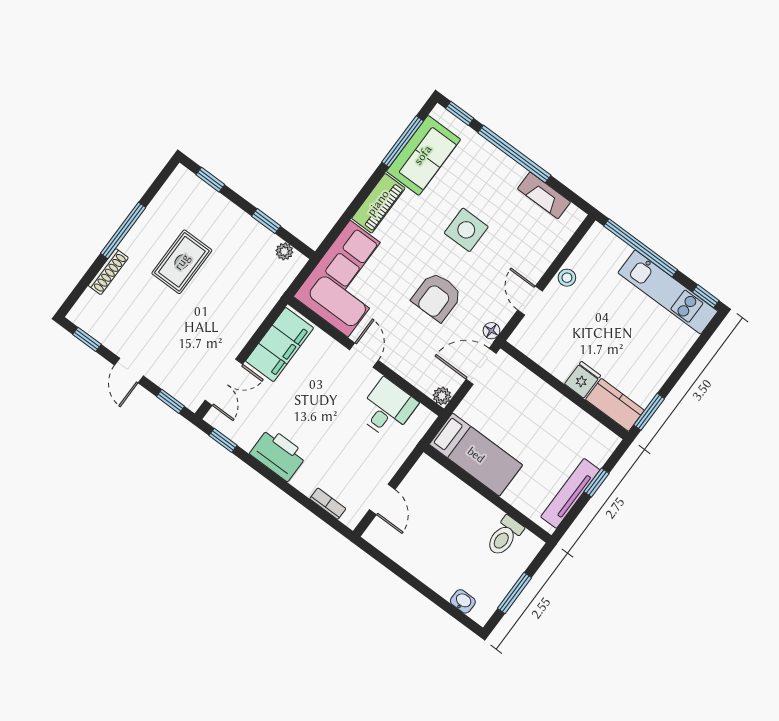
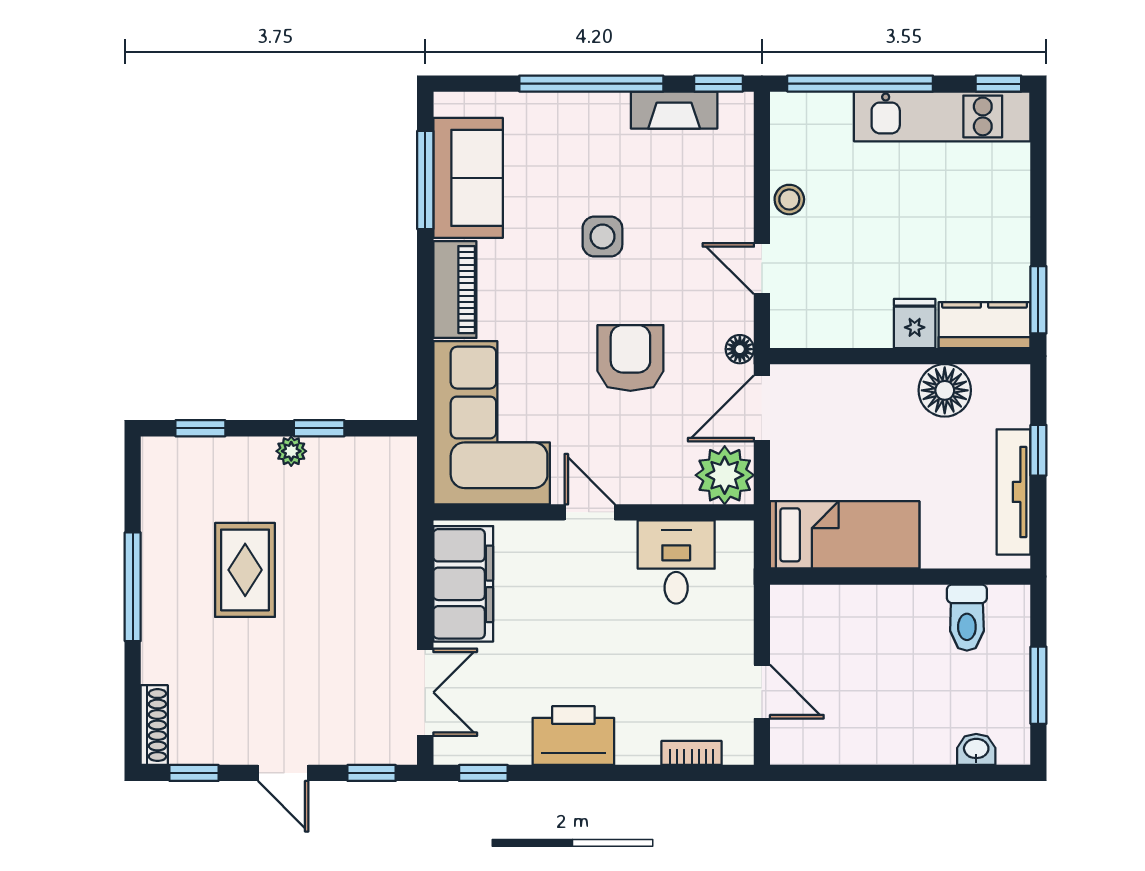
window: (460, 113) -> (719, 84), moved
side table: (466, 230) -> (602, 236), width x0.73, depth x0.73
plant: (284, 251) -> (291, 451), moved
shoe rack: (108, 272) -> (154, 725), moved
armchair: (437, 297) -> (630, 358), turned 180
plant: (442, 396) -> (725, 475), width x1.87, depth x1.87
floor lamp: (573, 422) -> (945, 390), added

